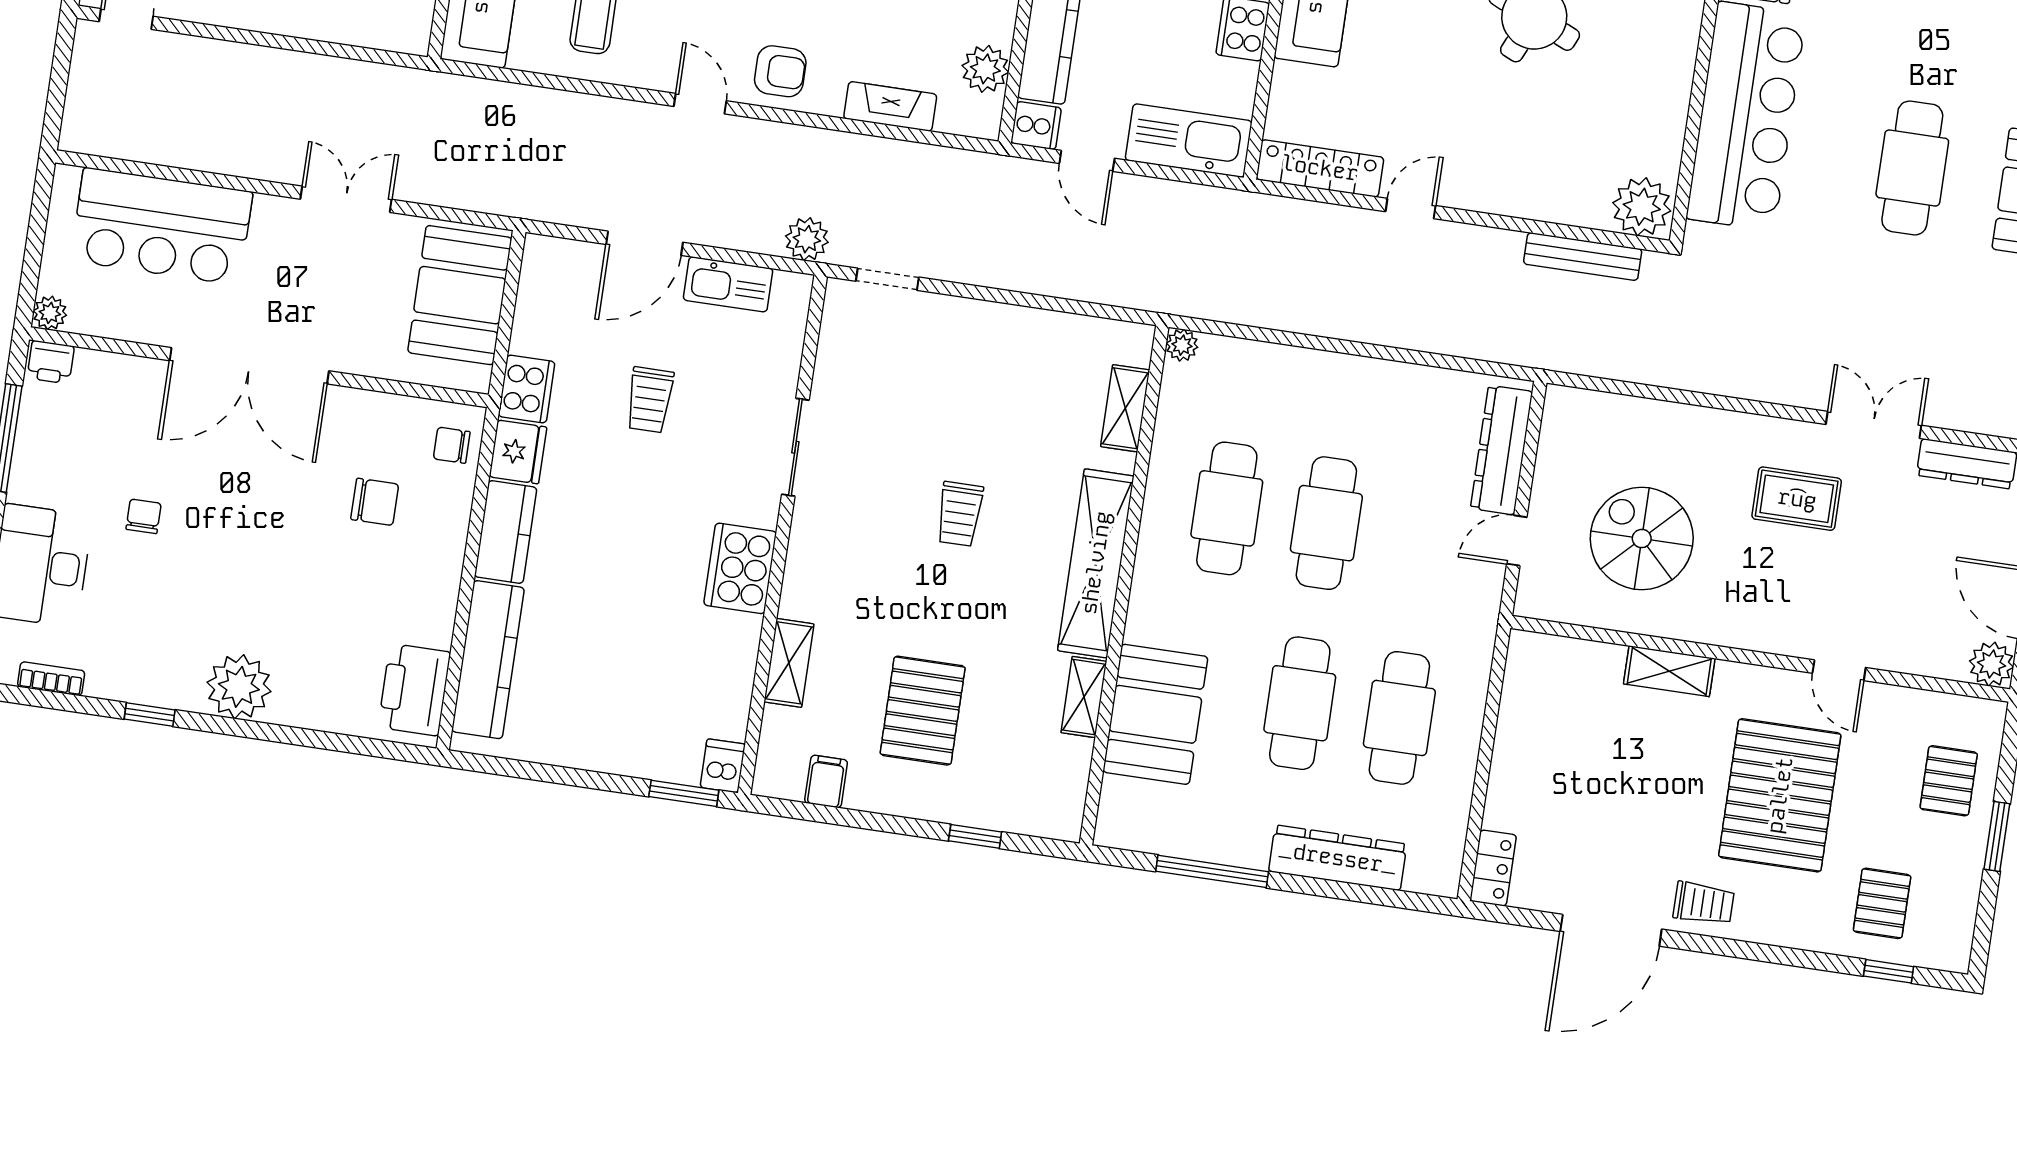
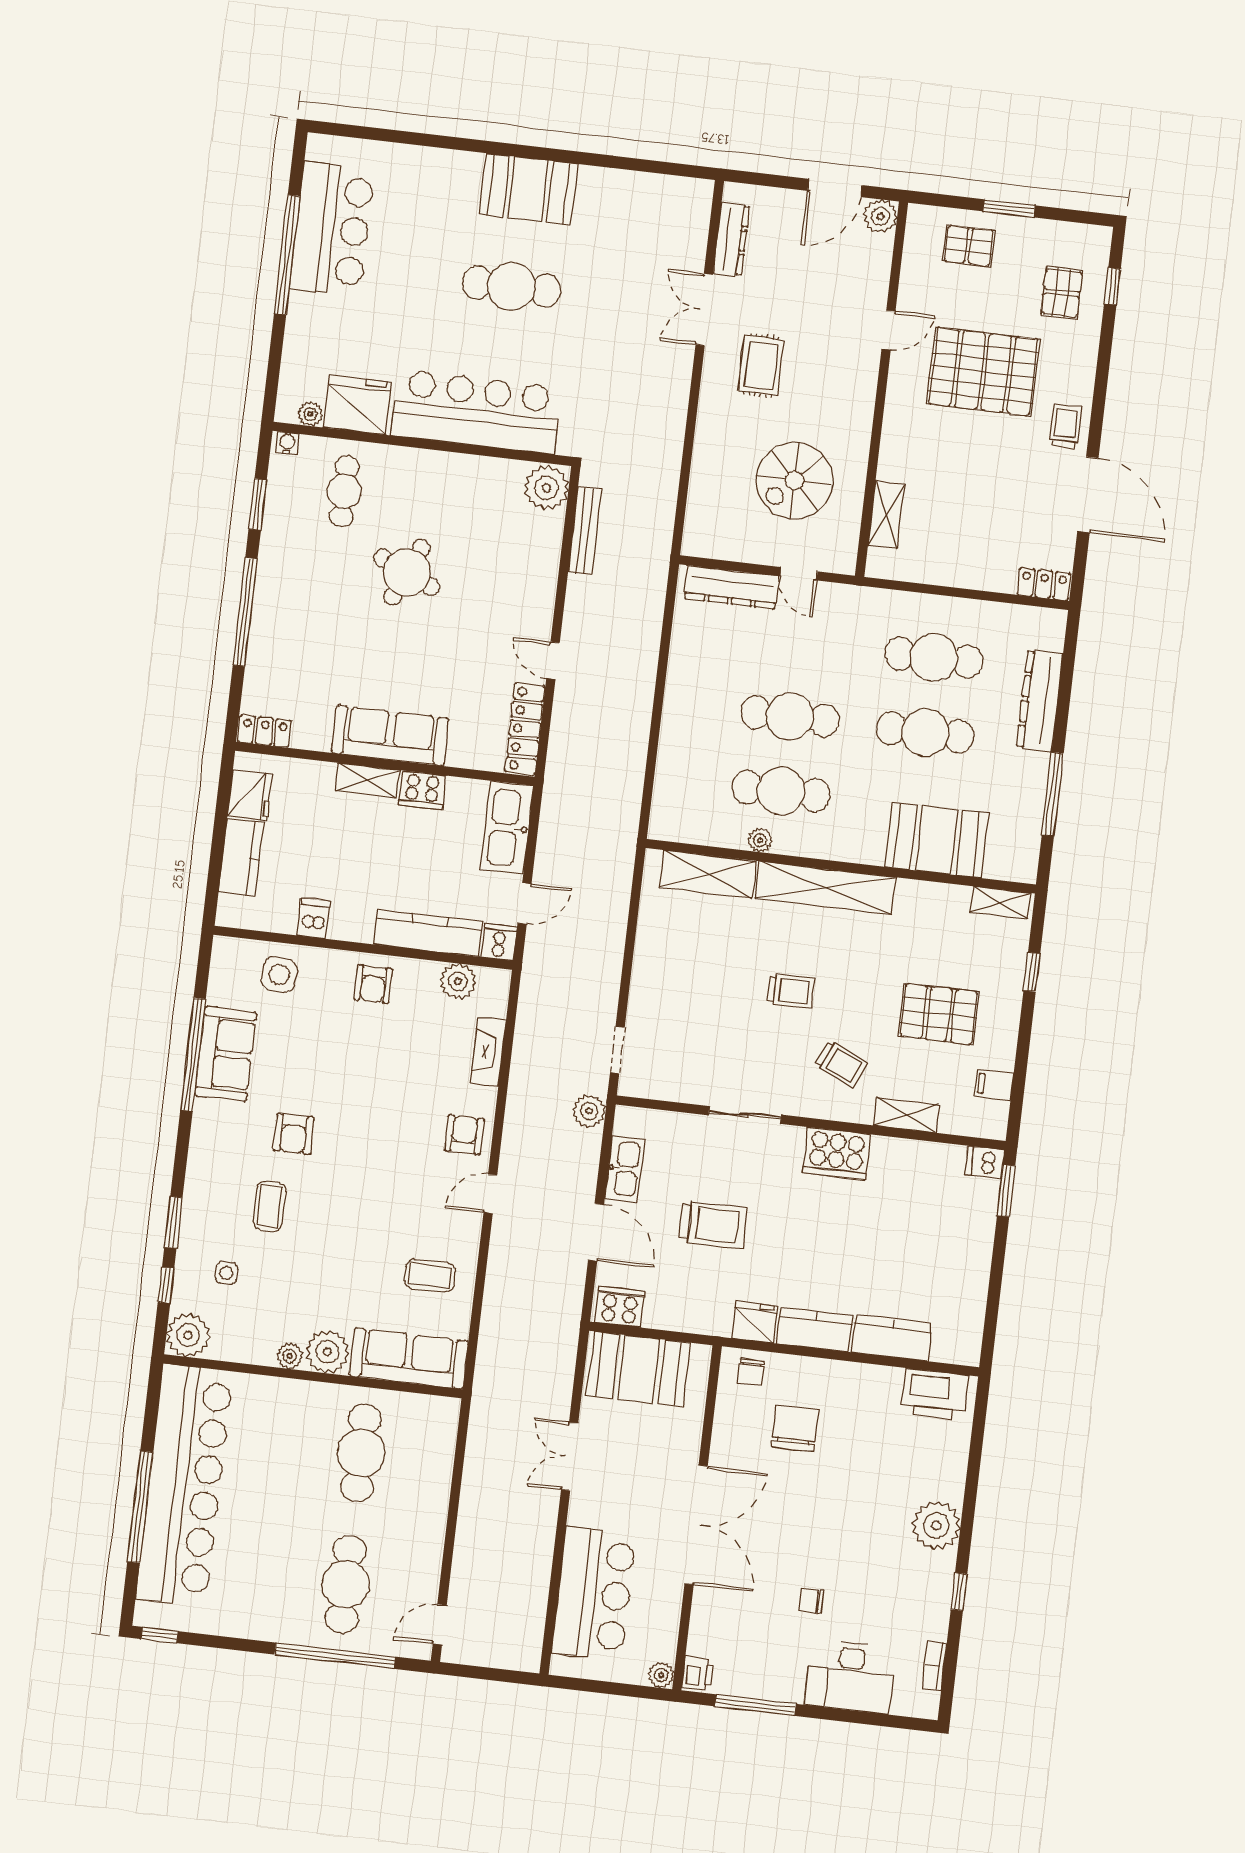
plant: (1182, 345) -> (760, 840), moved
cooker: (527, 389) -> (620, 1307), moved
trolley: (650, 400) -> (713, 1225), width x1.36, depth x1.39
shelving: (1125, 408) -> (708, 874), width x1.50, depth x1.33
chair: (375, 502) -> (795, 1428), width x1.37, depth x1.37
trolley: (860, 578) -> (841, 1064), added
kitchen counter: (488, 660) -> (892, 1338), width x0.67
shelving: (1669, 671) -> (886, 515), moved
shelving: (1084, 697) -> (1000, 903), moved
pallet: (1882, 903) -> (1062, 293), turned 90

